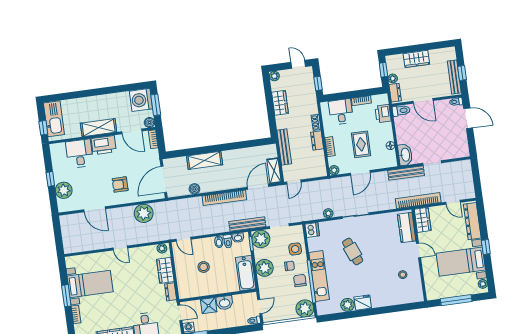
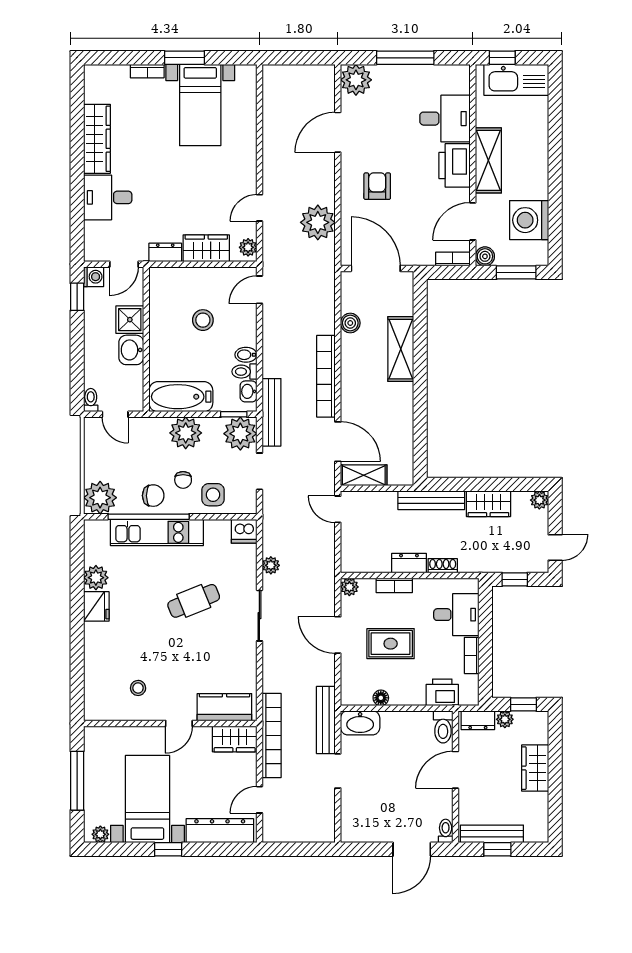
washing machine: (141, 100) -> (529, 220), moved, turned -90
bench: (284, 147) -> (431, 500), moved
window: (50, 179) -> (405, 58), width x2.17
plant: (64, 190) -> (356, 80), moved
door: (120, 248) -> (259, 208), moved

